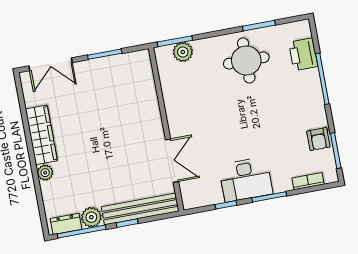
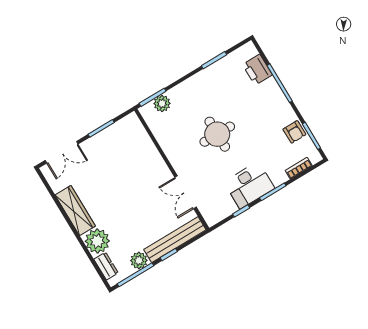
round table: (246, 60) -> (217, 134), moved
double door: (172, 161) -> (186, 192), swing flipped
plant: (45, 173) -> (97, 241), width x1.88, depth x1.88
dresser: (66, 224) -> (106, 266), moved, turned 90

